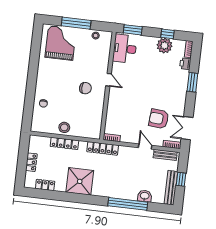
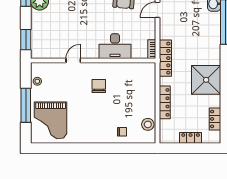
grand piano: (61, 43) -> (51, 120), turned -90
desk: (125, 49) -> (115, 46), moved
door: (109, 80) -> (73, 61), moved
stool: (64, 127) -> (148, 124), moved

